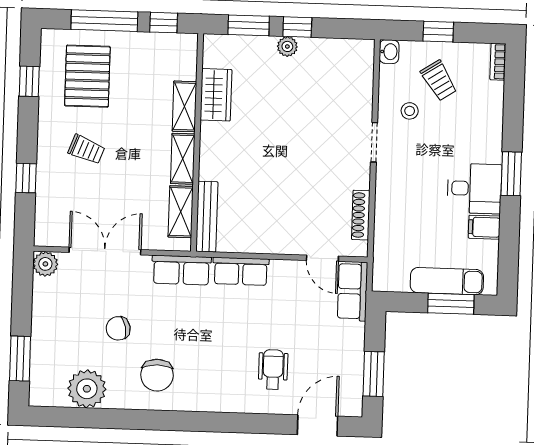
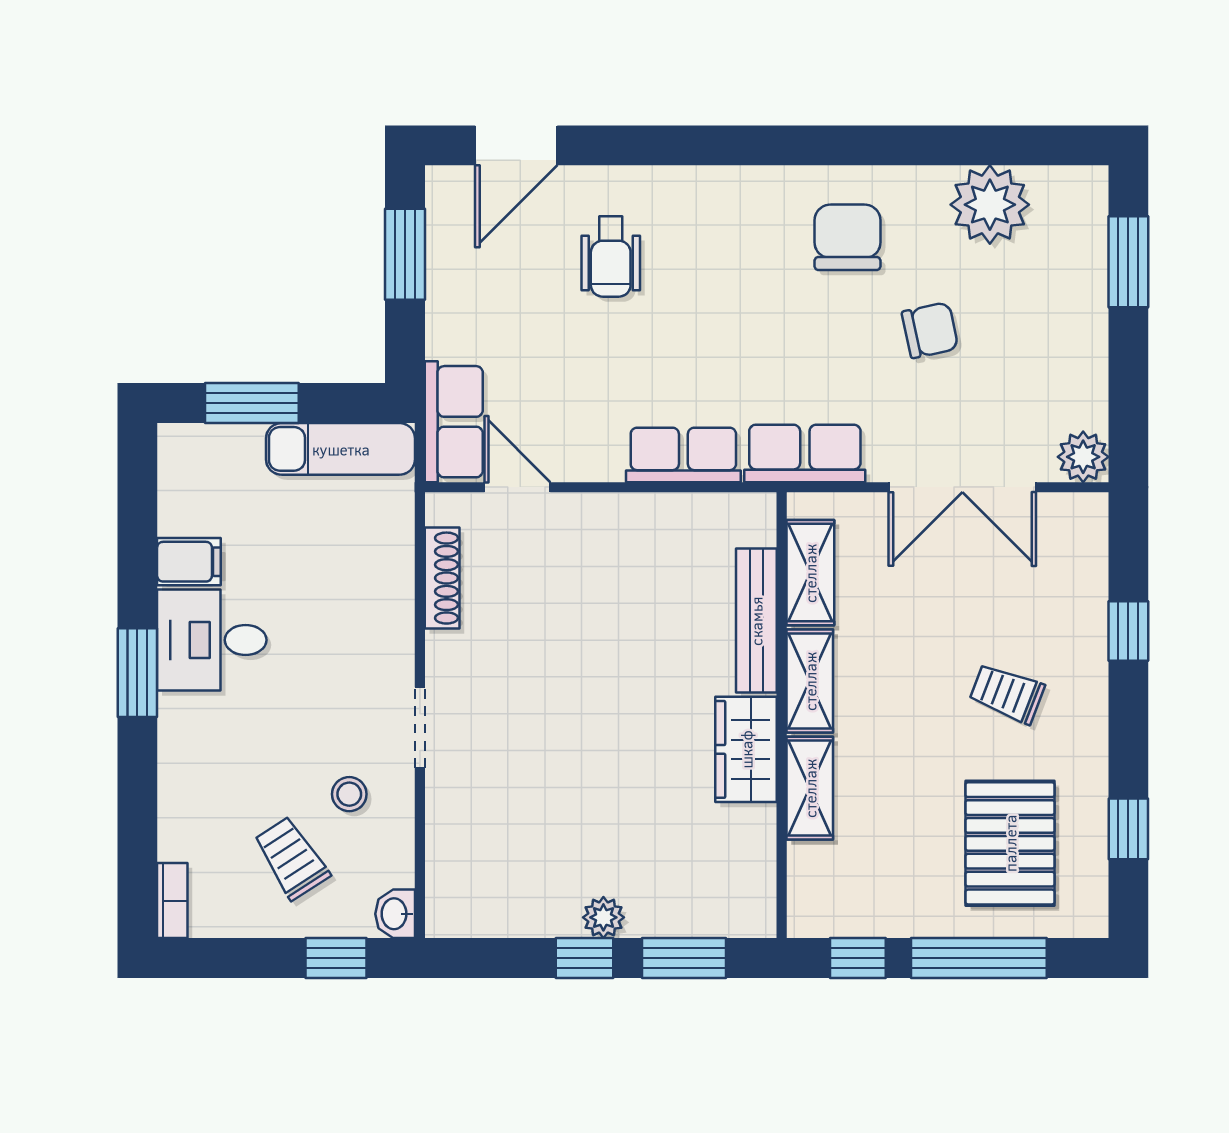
window: (438, 32) -> (336, 958), moved
wardrobe: (216, 95) -> (746, 749), moved
bench: (207, 217) -> (756, 621), moved
exam couch: (447, 281) -> (341, 449), moved

